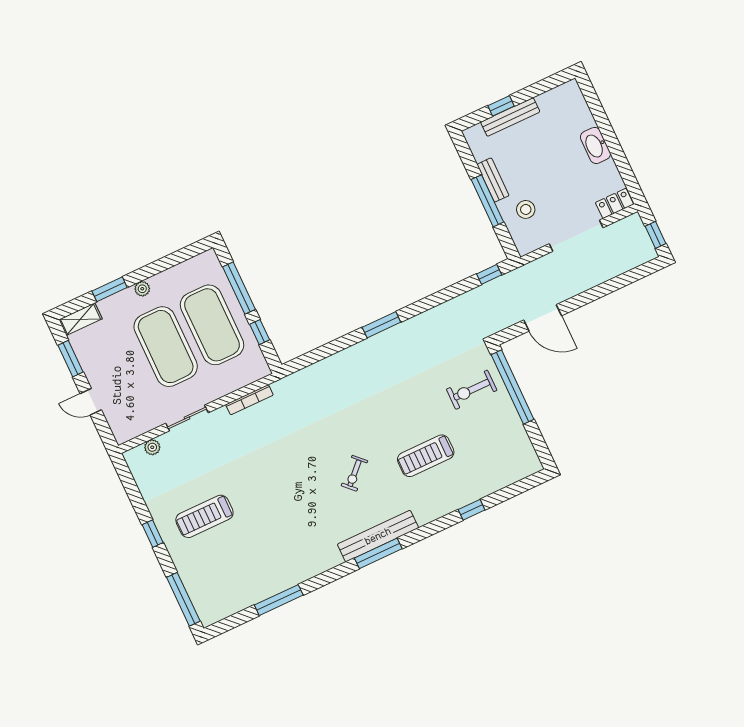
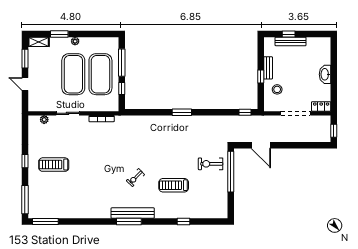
window: (487, 201) -> (261, 77), width x0.46
window: (279, 600) -> (45, 221), moved

